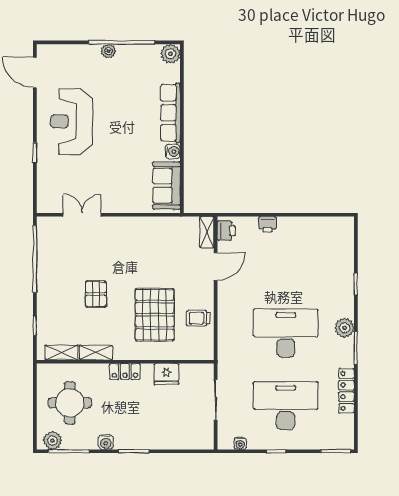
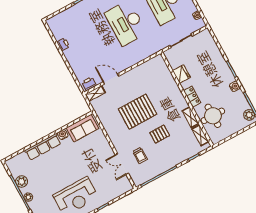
plant: (170, 54) -> (22, 181), moved
printer: (267, 224) -> (63, 44), moved
pallet: (155, 315) -> (138, 112), moved
trolley: (198, 318) -> (140, 155), moved
round table: (70, 403) -> (213, 116), moved

